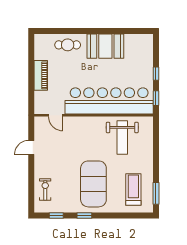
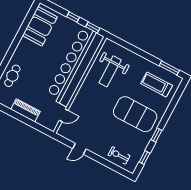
booth: (105, 46) -> (40, 26), moved
weight bench: (122, 138) -> (110, 71), turned 90
door: (31, 147) -> (79, 149), hinge flipped

